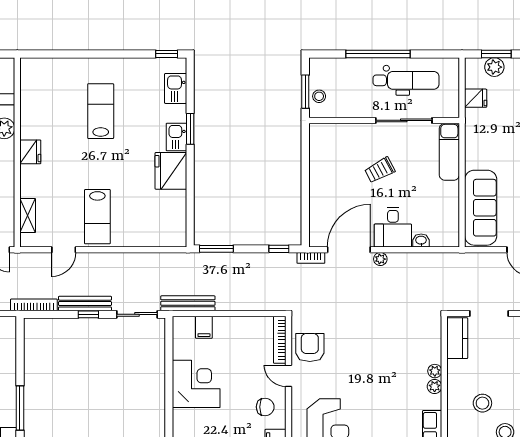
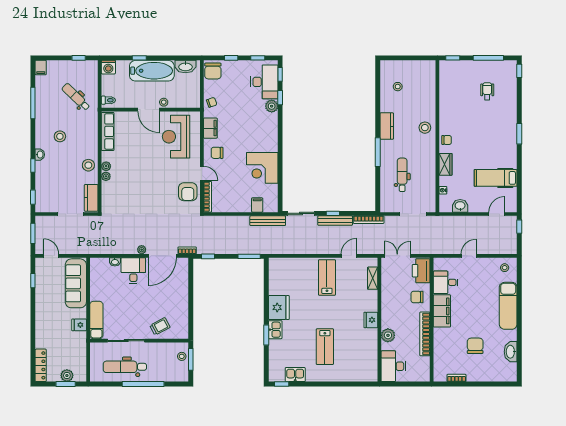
kitchen sink: (176, 88) -> (295, 375), moved, turned -90
fridge: (476, 98) -> (79, 325), moved
trolley: (380, 170) -> (160, 326), moved
stool: (482, 403) -> (88, 165), moved

